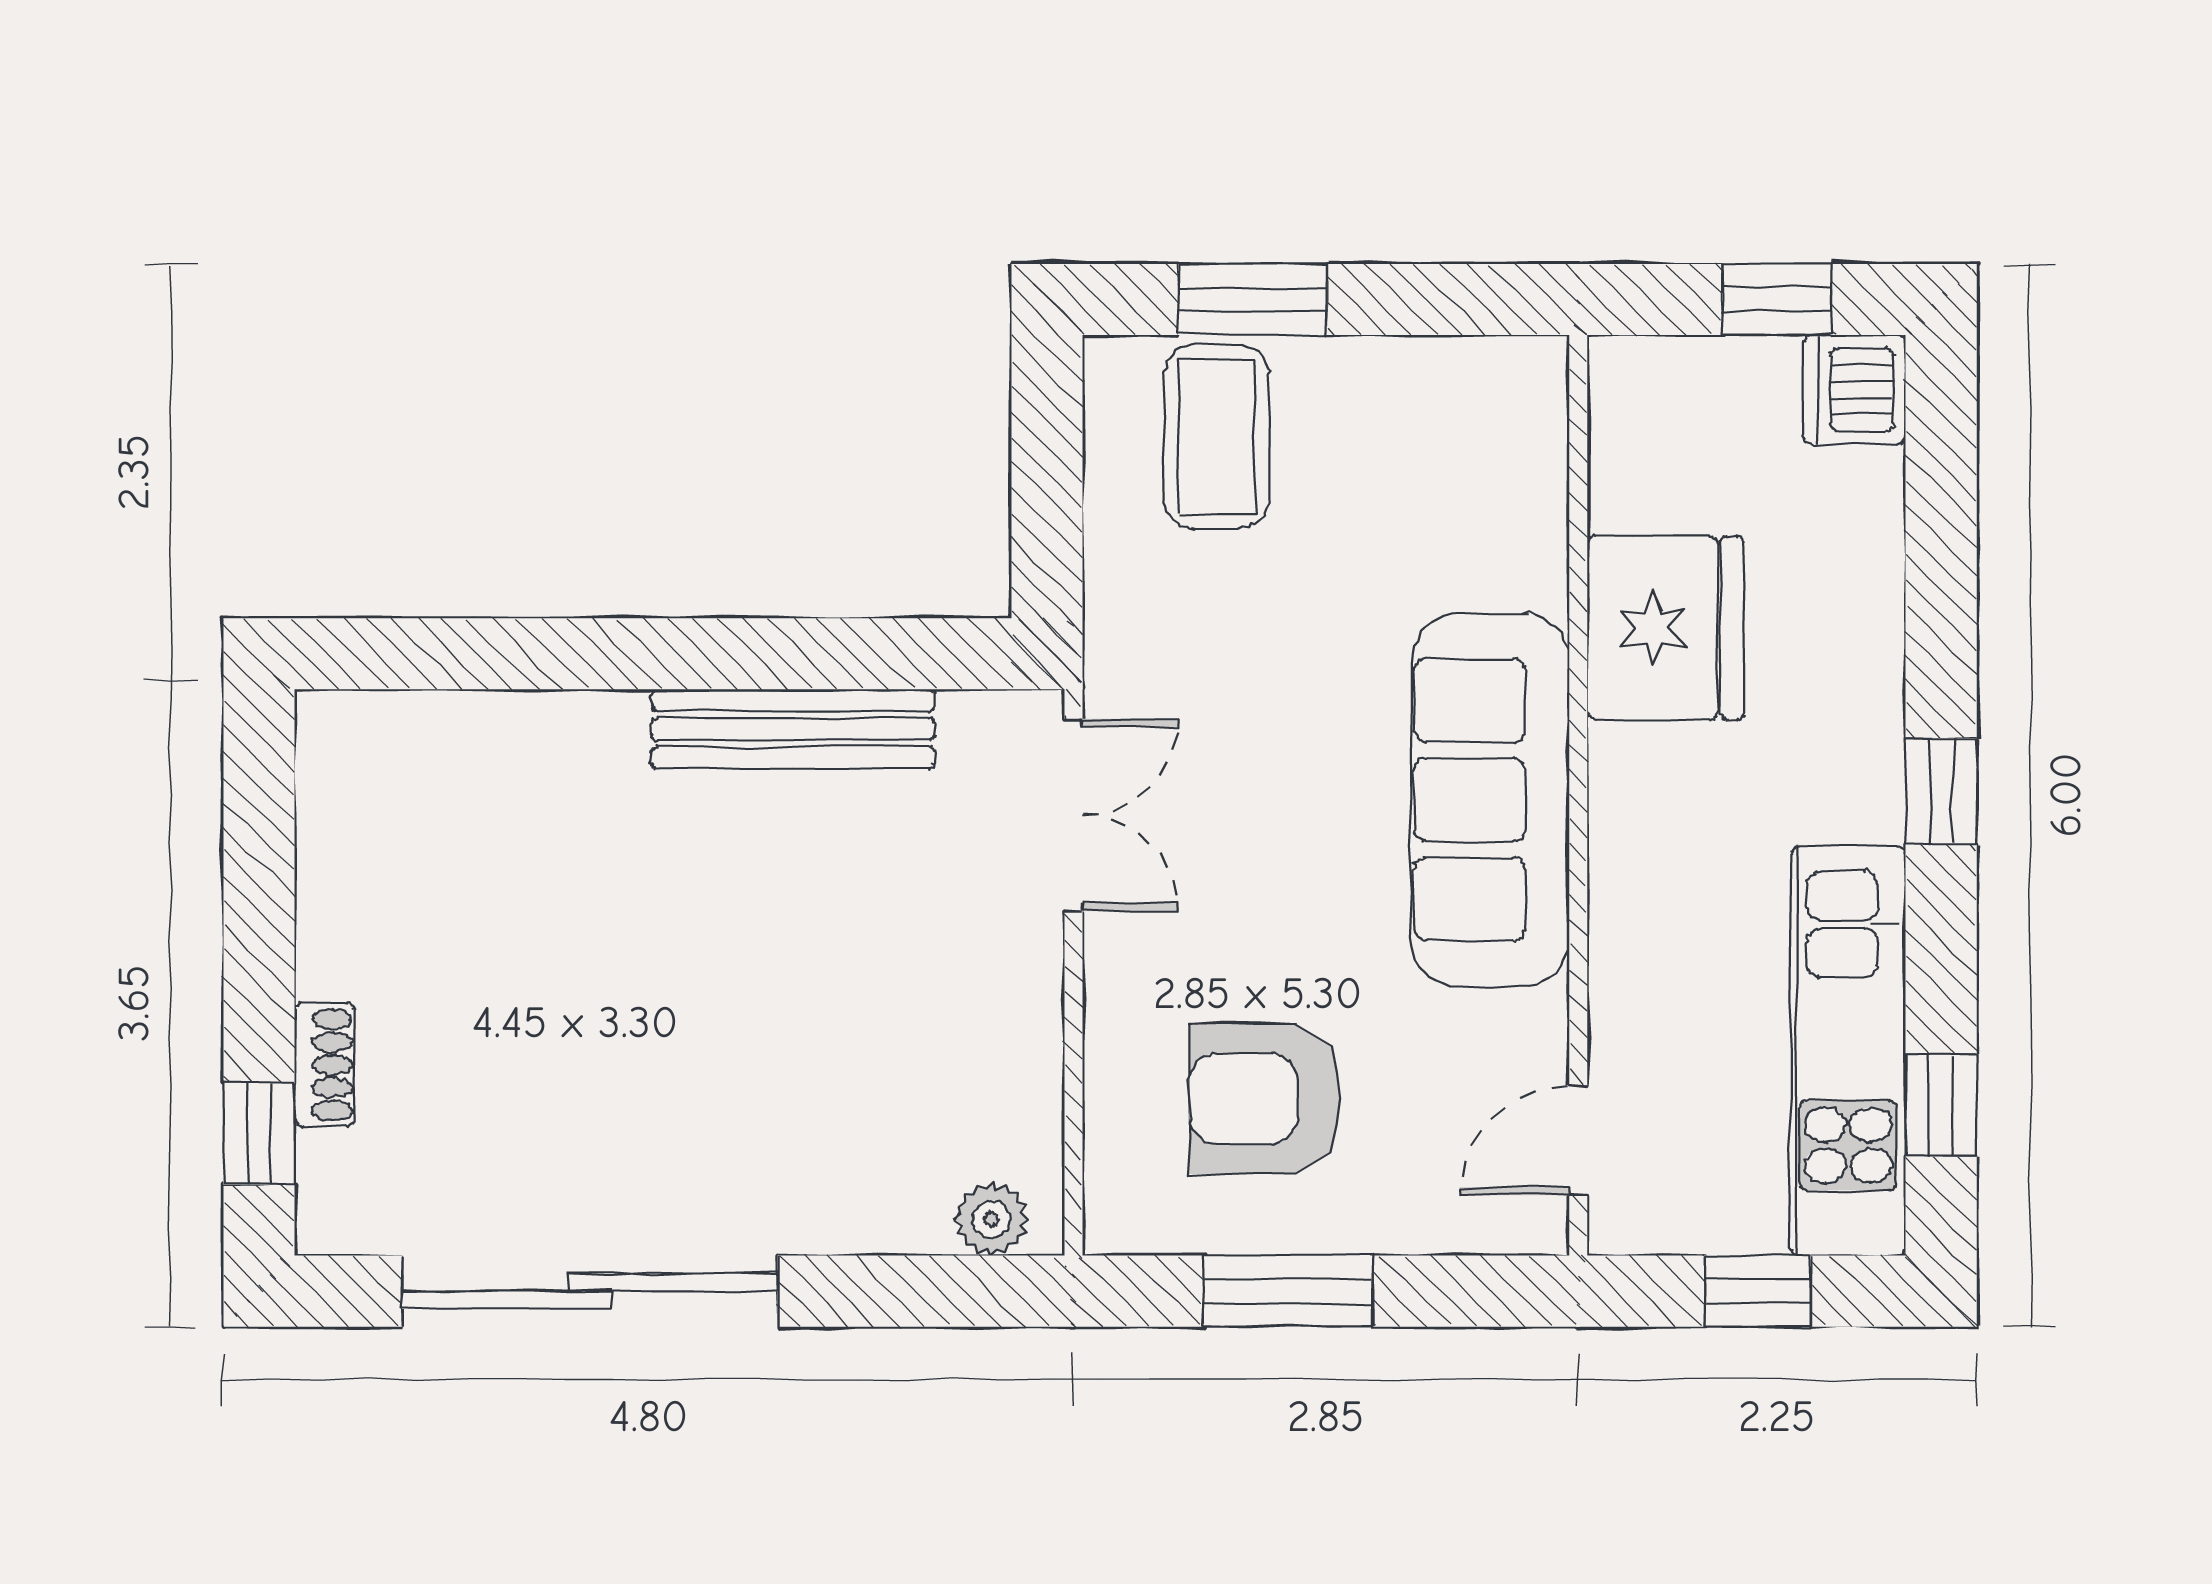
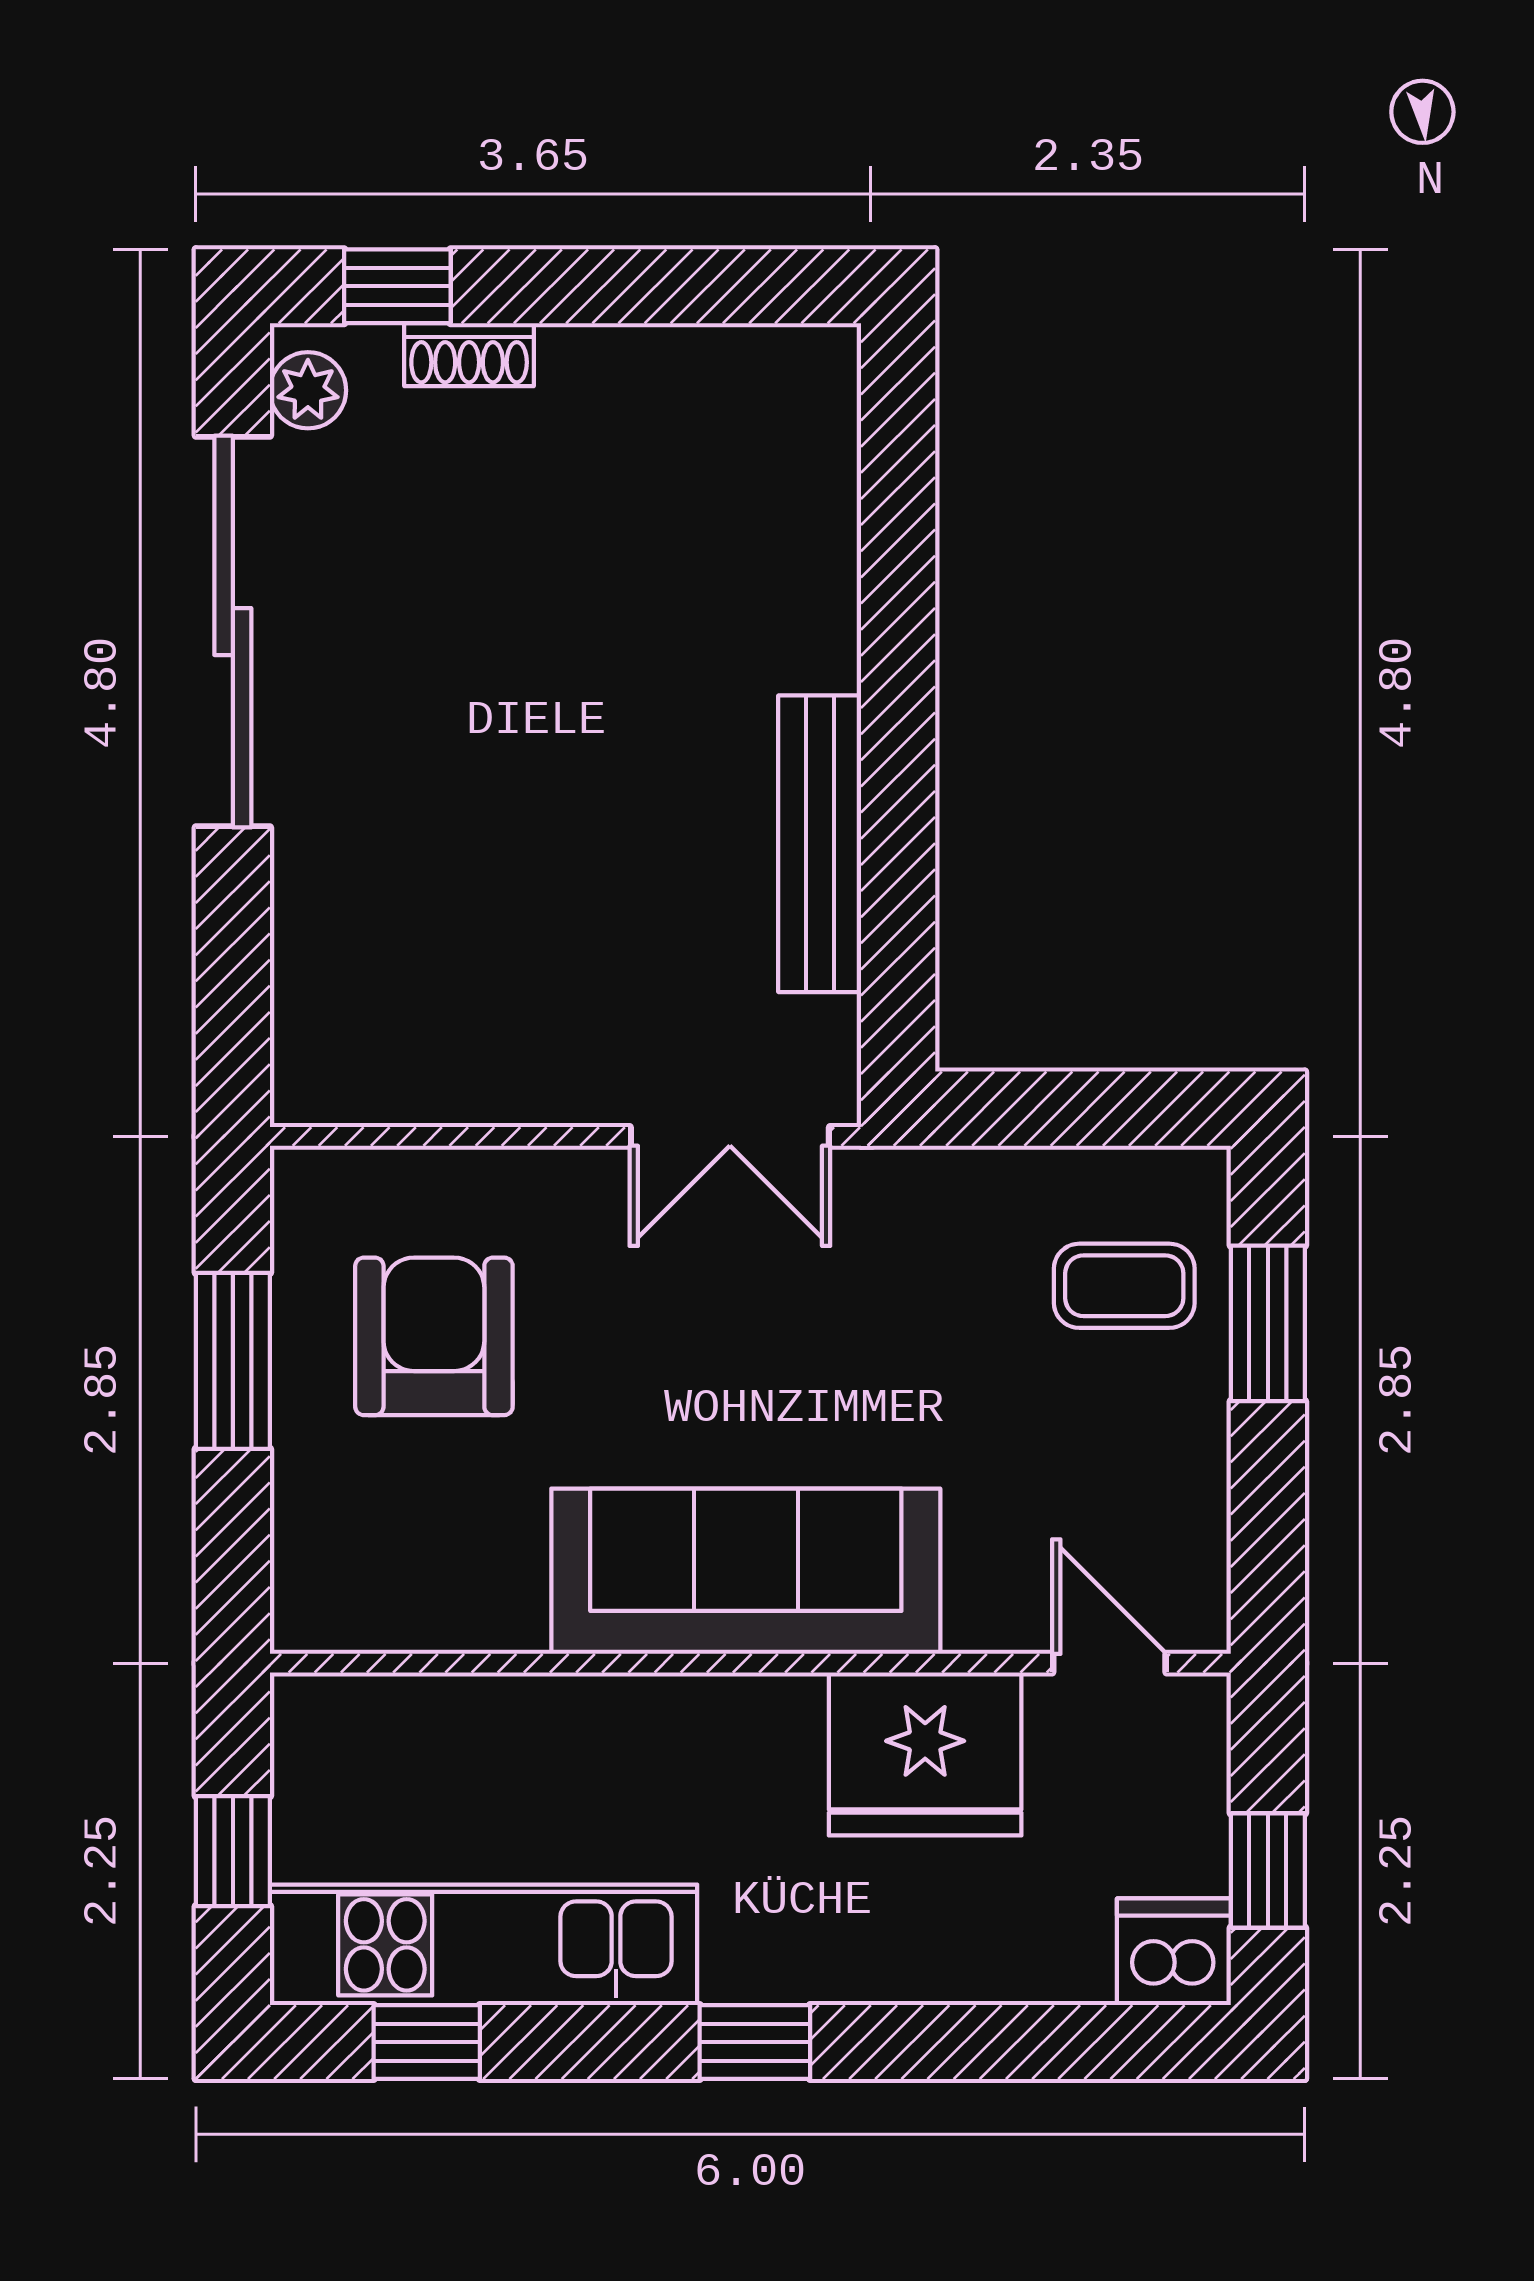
coffee table: (1217, 437) -> (1124, 1286), width x0.73, depth x0.77
door: (1578, 1140) -> (1109, 1663), moved
plant: (991, 1219) -> (308, 390), moved

